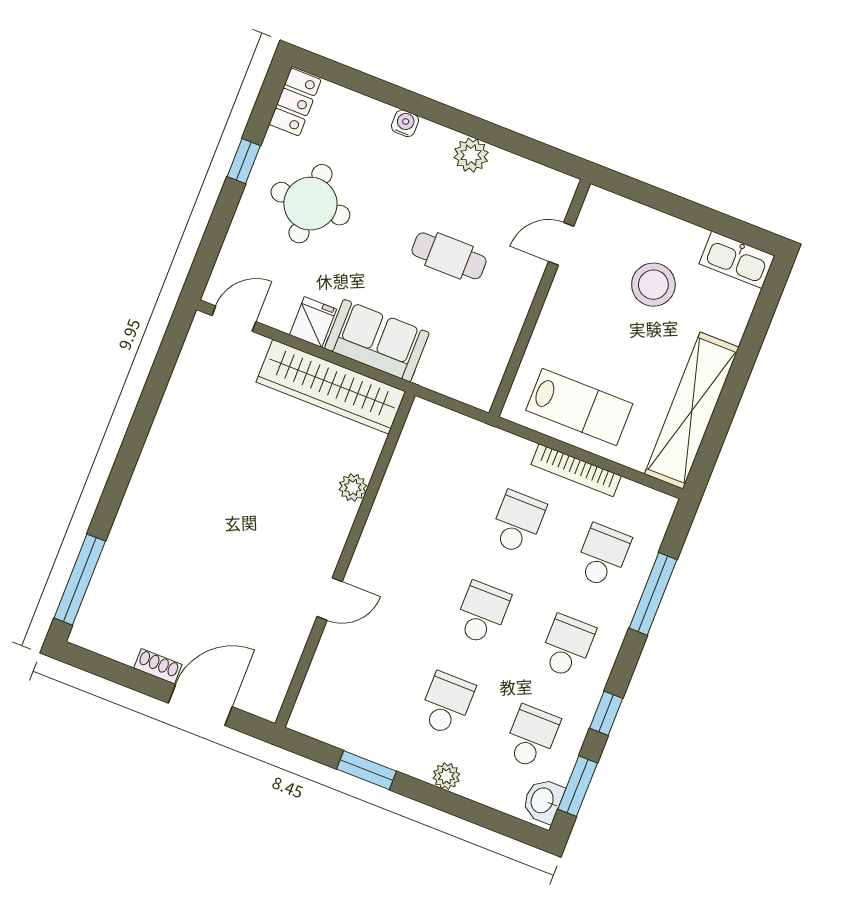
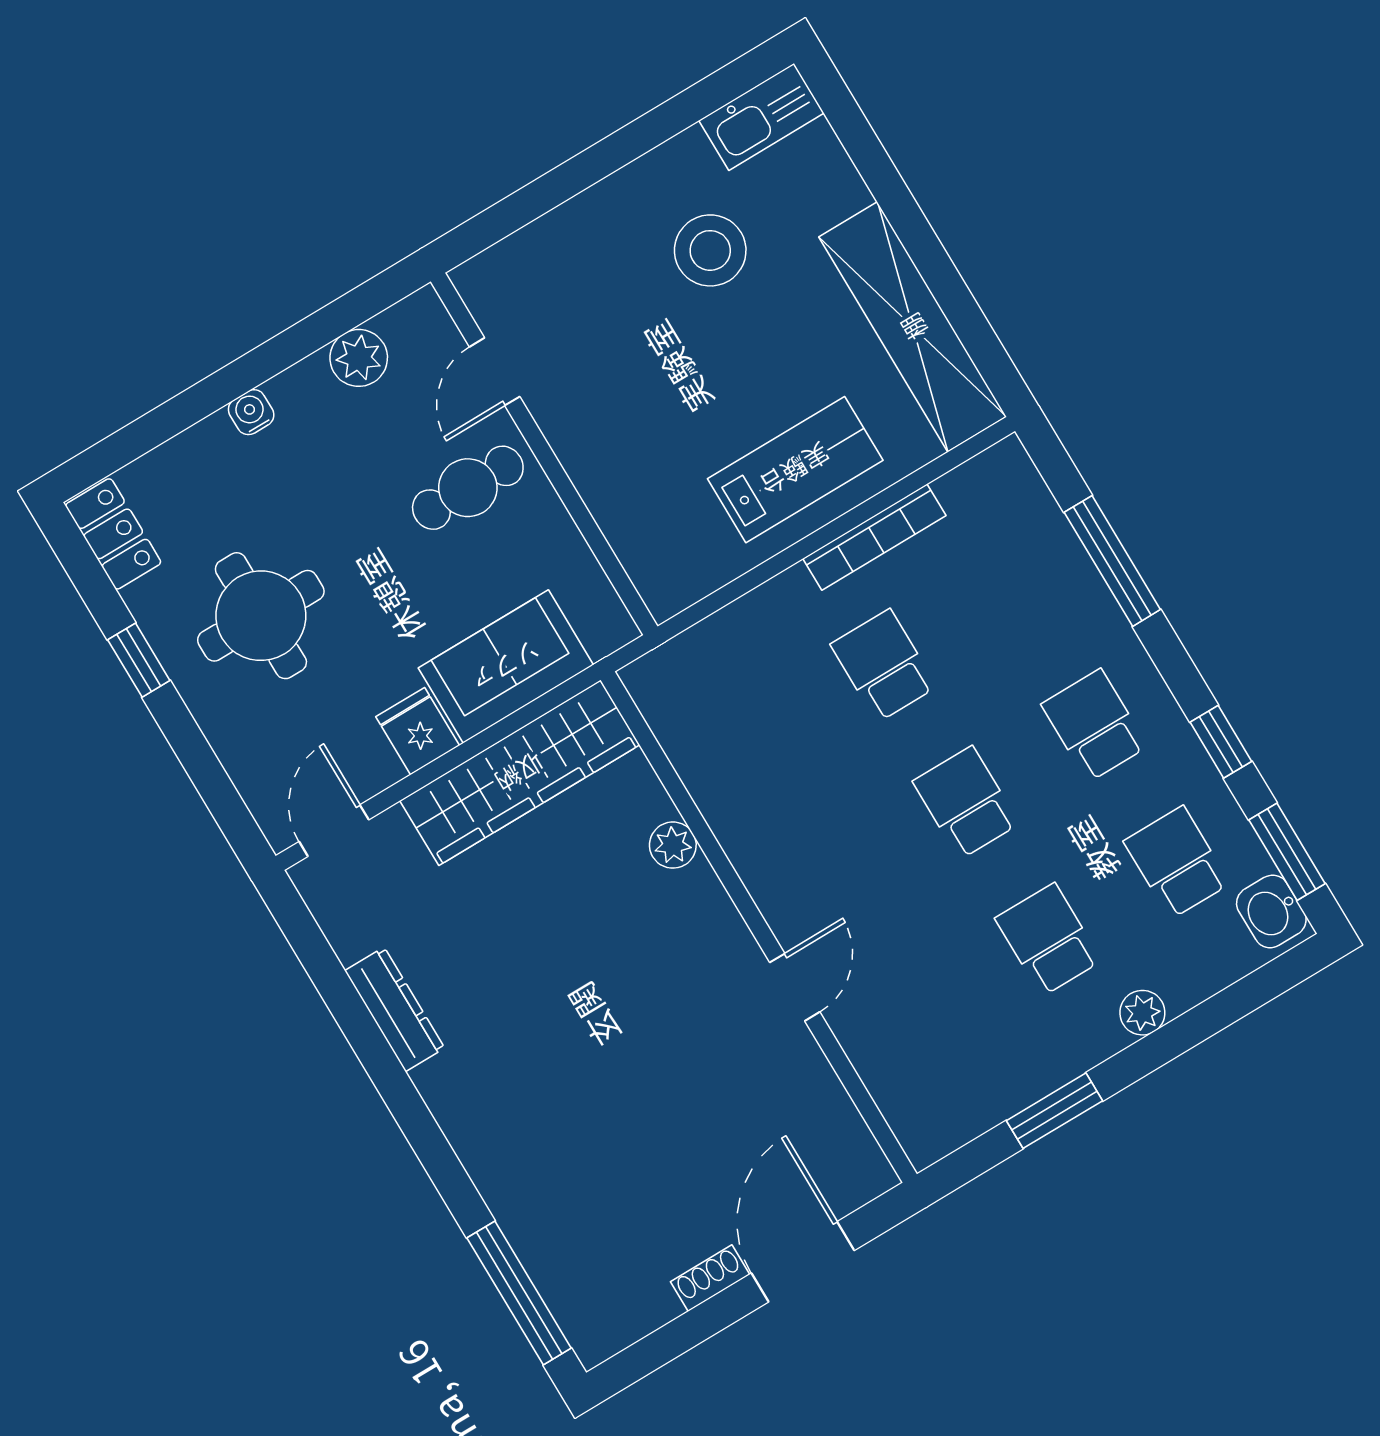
door: (561, 244) -> (495, 372), moved
wall: (540, 298) -> (544, 454), moved
dresser: (170, 414) -> (395, 1009), added
school desk: (603, 556) -> (1012, 588), removed

